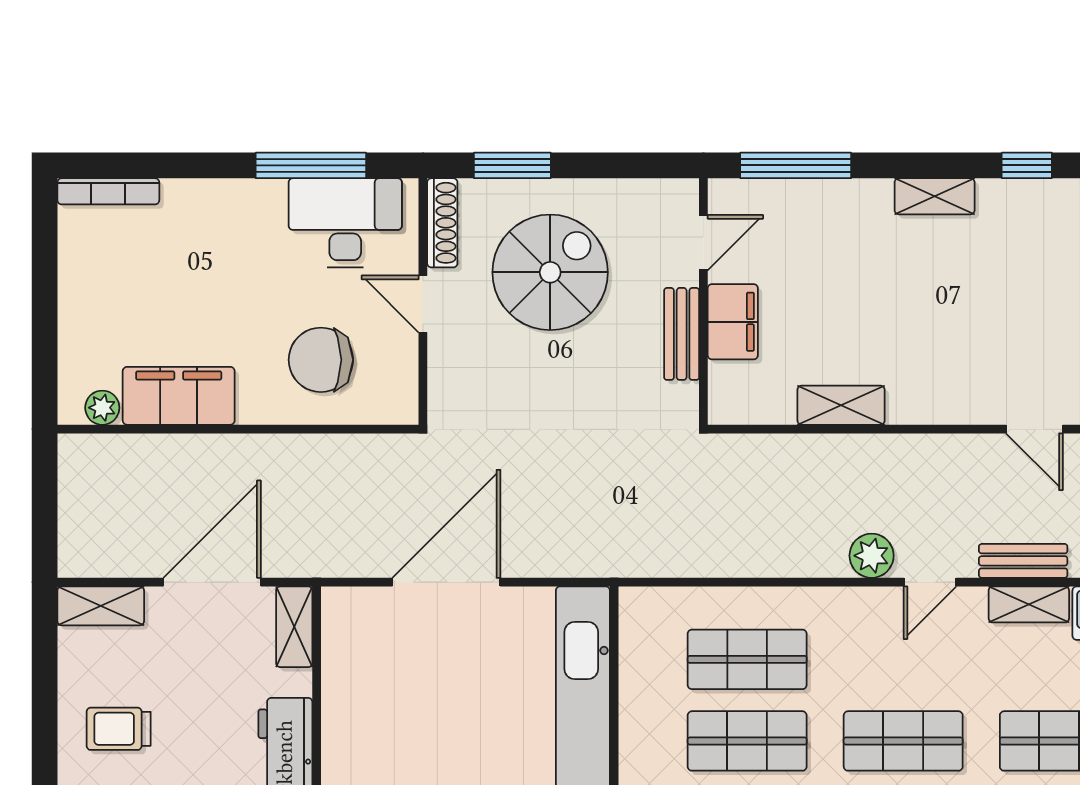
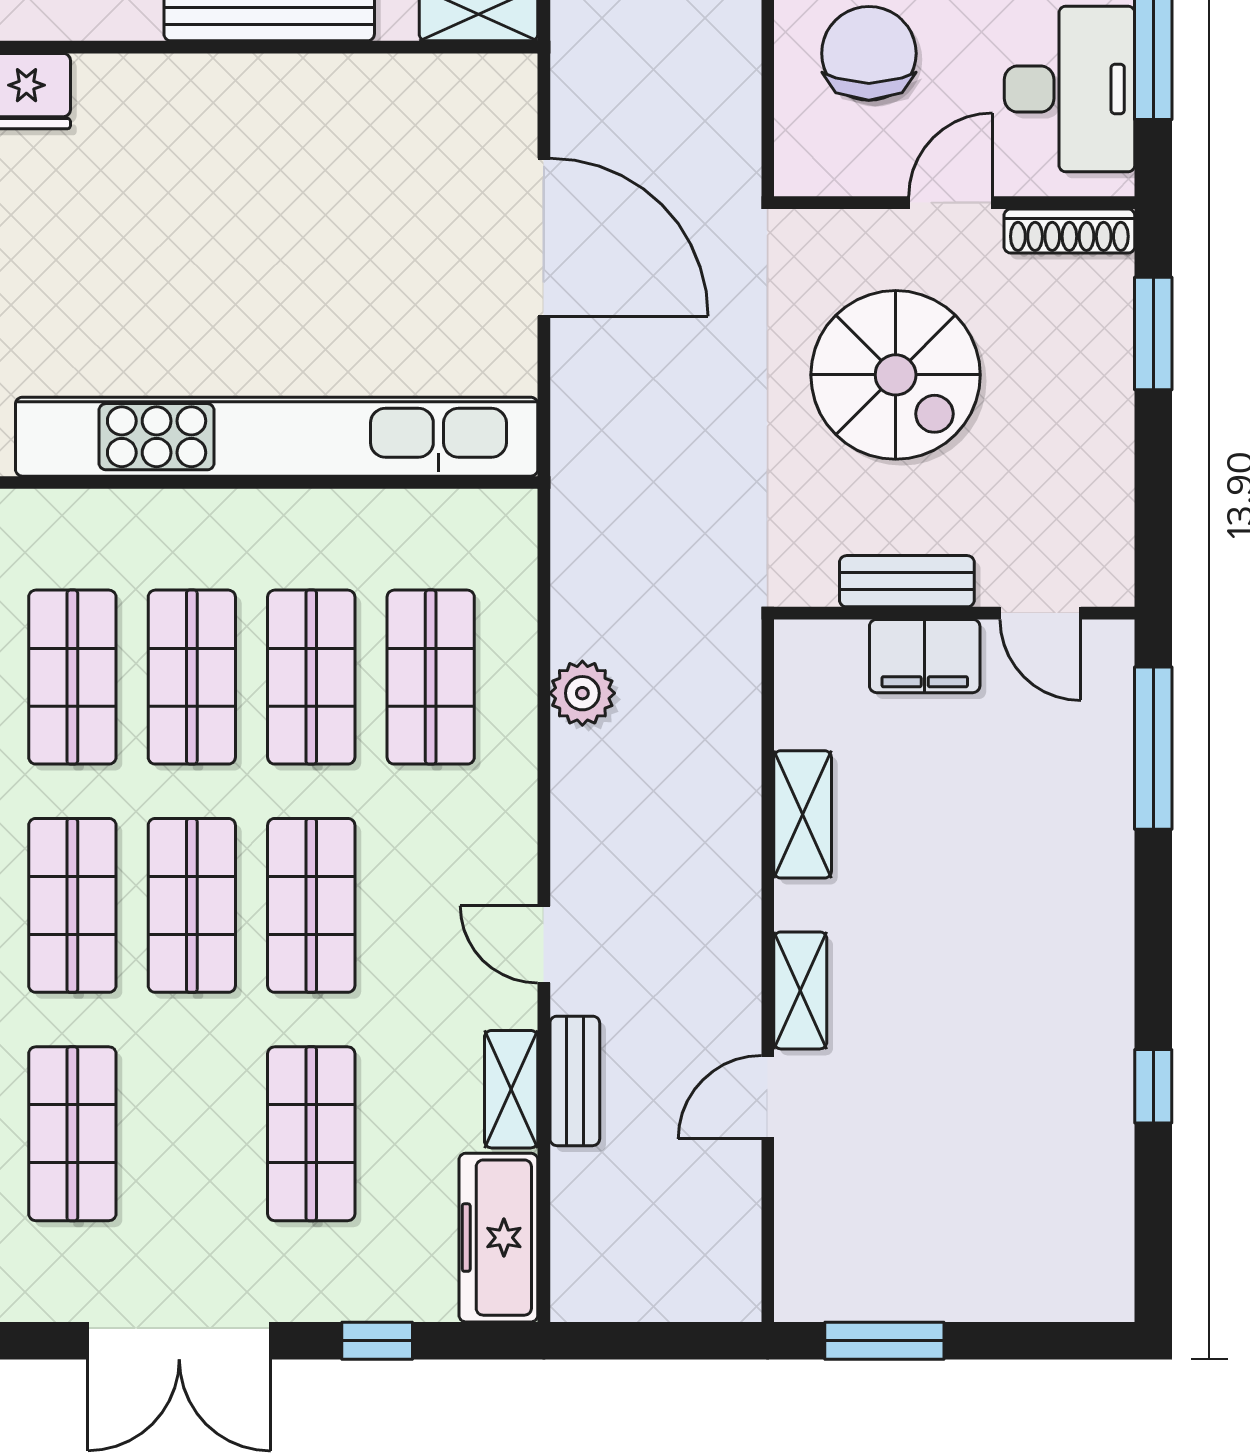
shelving: (935, 196) -> (800, 990), moved
spiral stairs: (550, 272) -> (896, 375), moved
plant: (872, 556) -> (582, 693), moved

